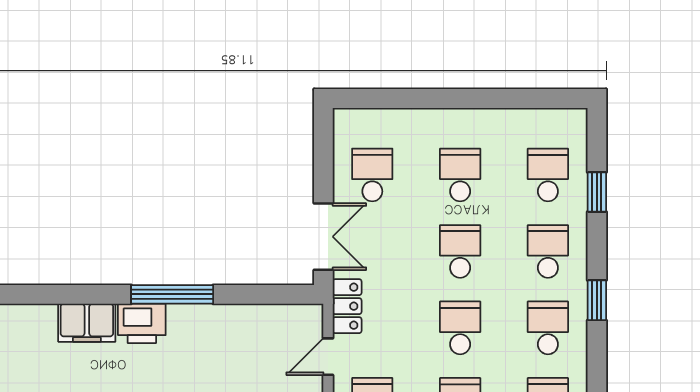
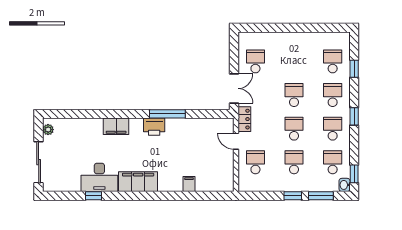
school desk: (460, 175) -> (294, 61), removed
filing cabinet: (87, 323) -> (116, 126), moved
door: (328, 357) -> (236, 141), hinge flipped

